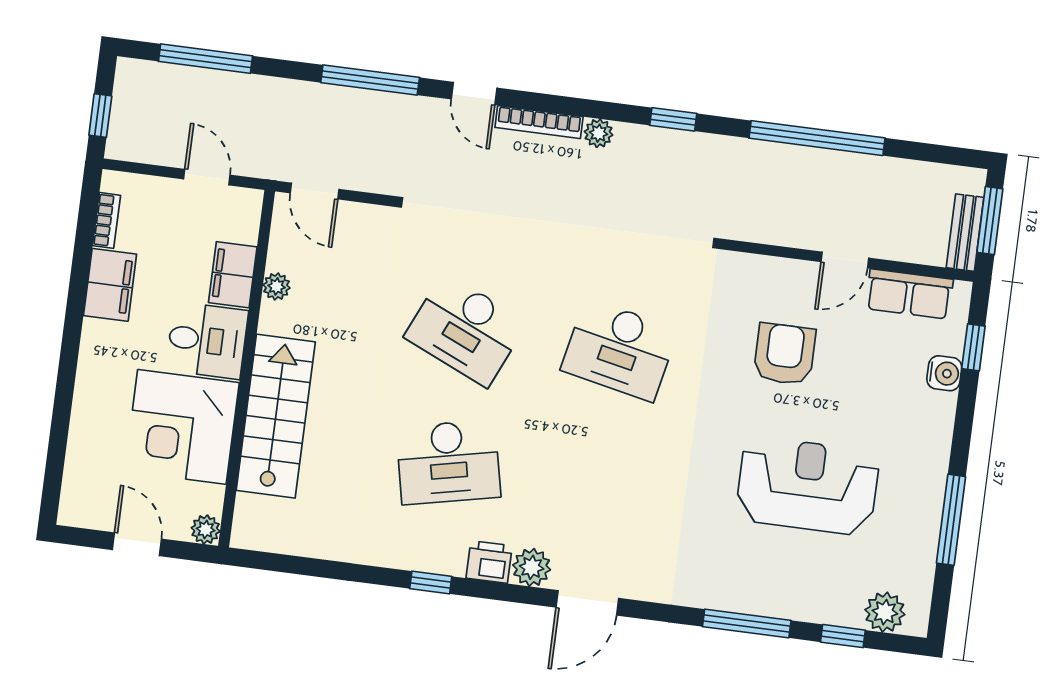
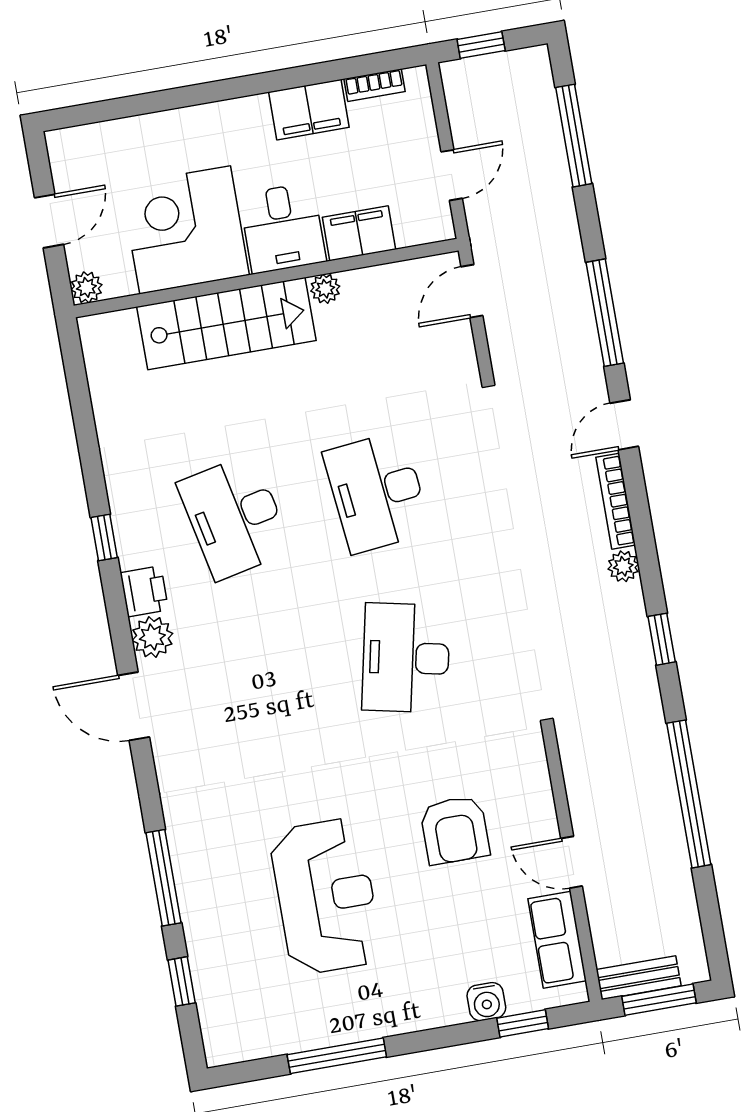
plant: (277, 286) -> (325, 289), moved
desk: (466, 330) -> (377, 492), turned -30
armchair: (785, 354) -> (455, 830), turned 90
plant: (885, 612) -> (220, 1017), removed

